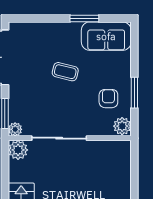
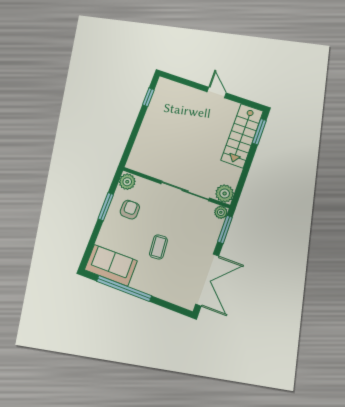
window: (84, 18) -> (124, 289), width x2.11
coffee table: (65, 72) -> (158, 247), turned 71
armchair: (108, 99) -> (130, 210), turned 180

